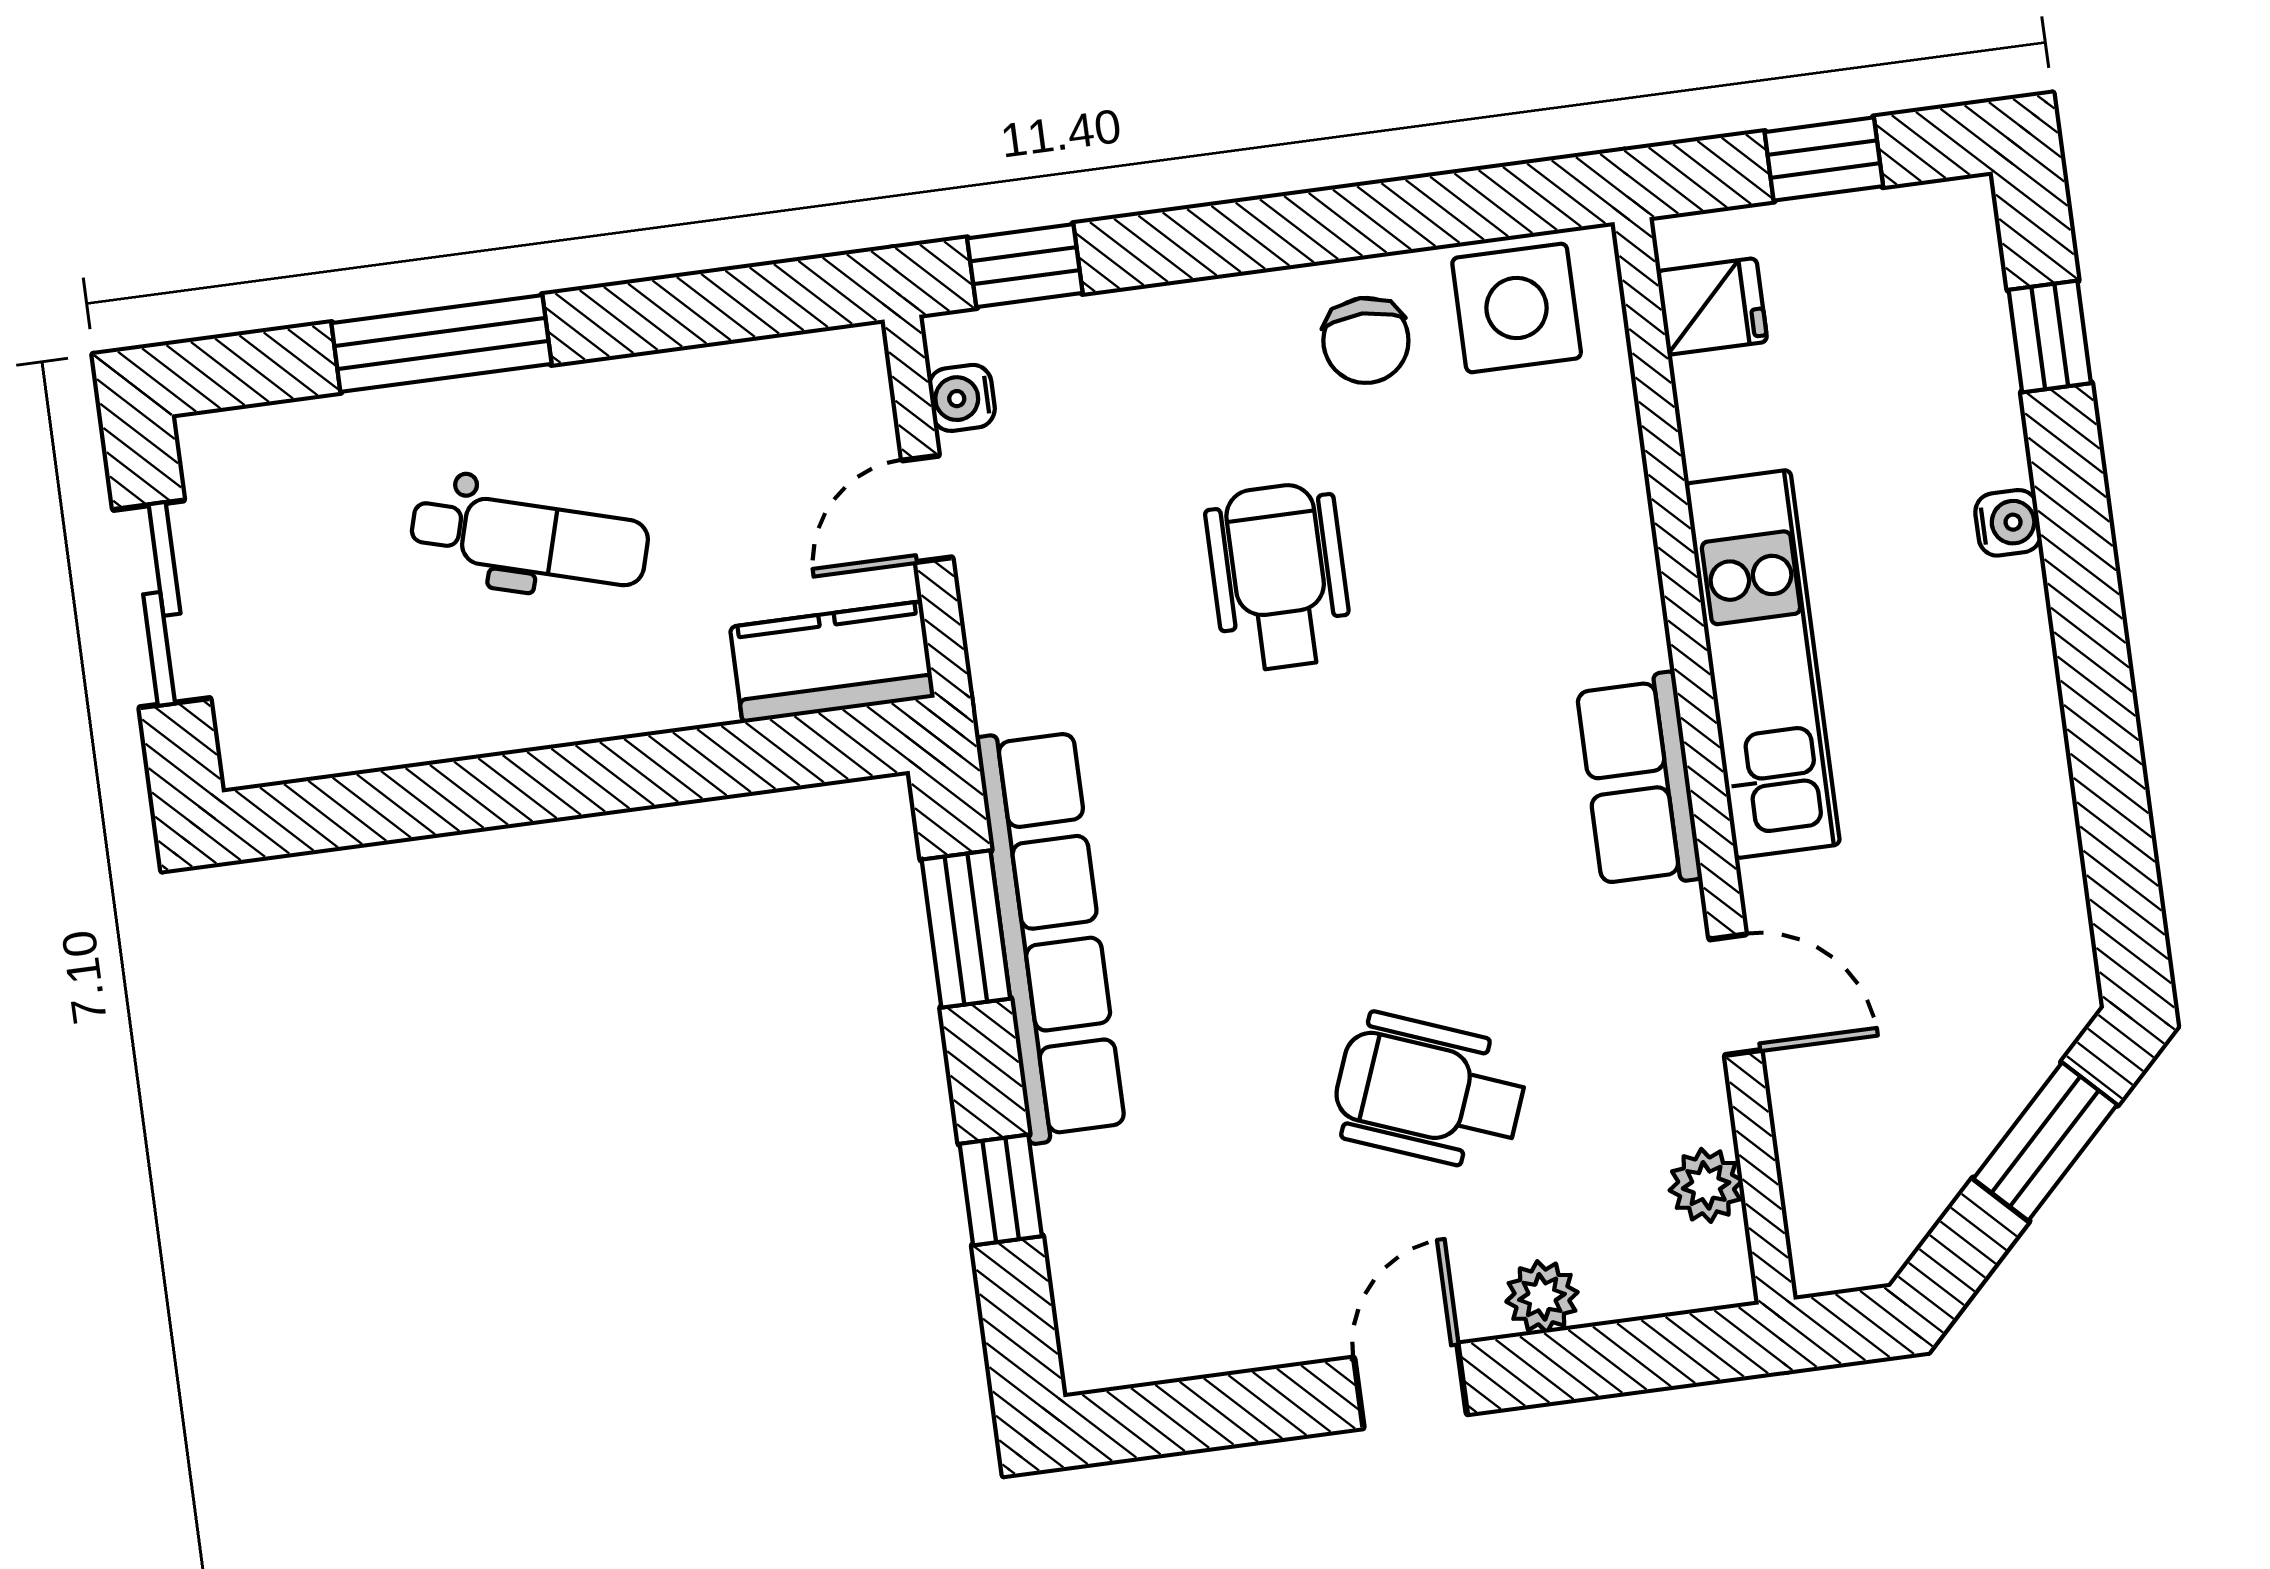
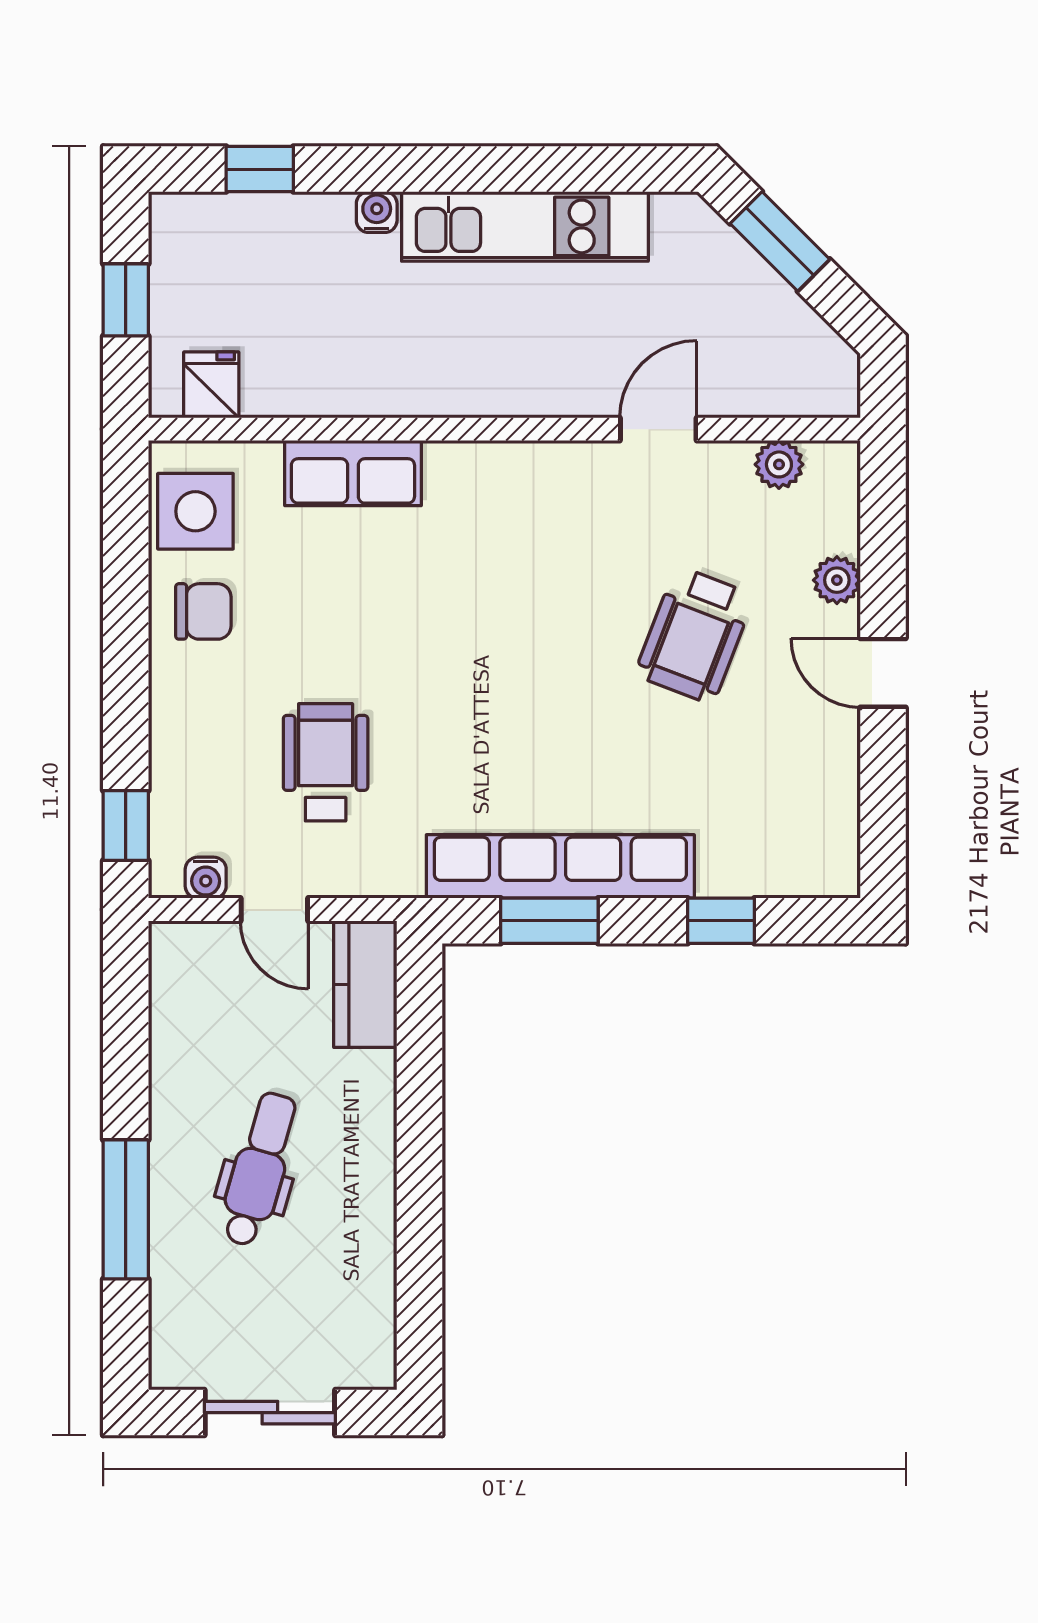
wheelchair: (1279, 577) -> (326, 762), moved, turned 90
kitchen unit: (1762, 664) -> (525, 226), moved, turned 180
row of seats: (1639, 781) -> (353, 473), moved

